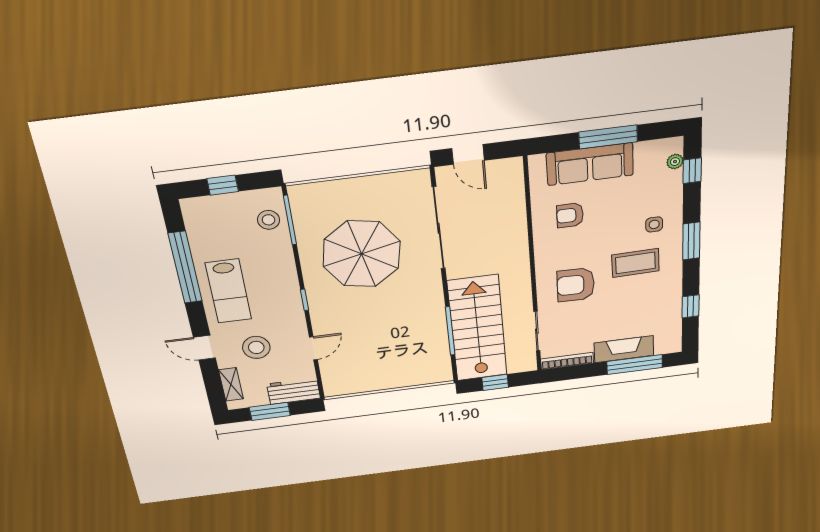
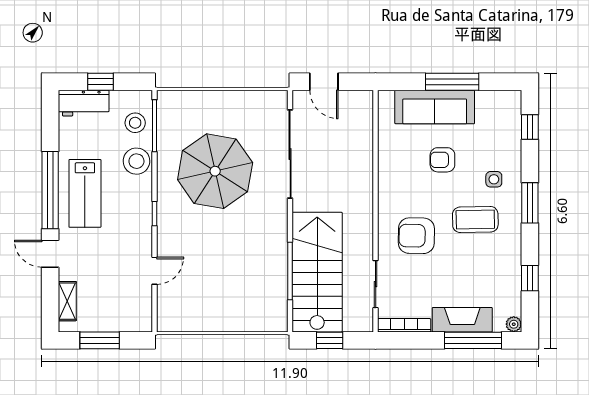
plant: (675, 162) -> (514, 324), moved
armchair: (570, 215) -> (442, 160), moved
window: (185, 267) -> (50, 190), moved
stool: (256, 347) -> (136, 161), moved
workbench: (294, 391) -> (84, 103), moved, turned 180

